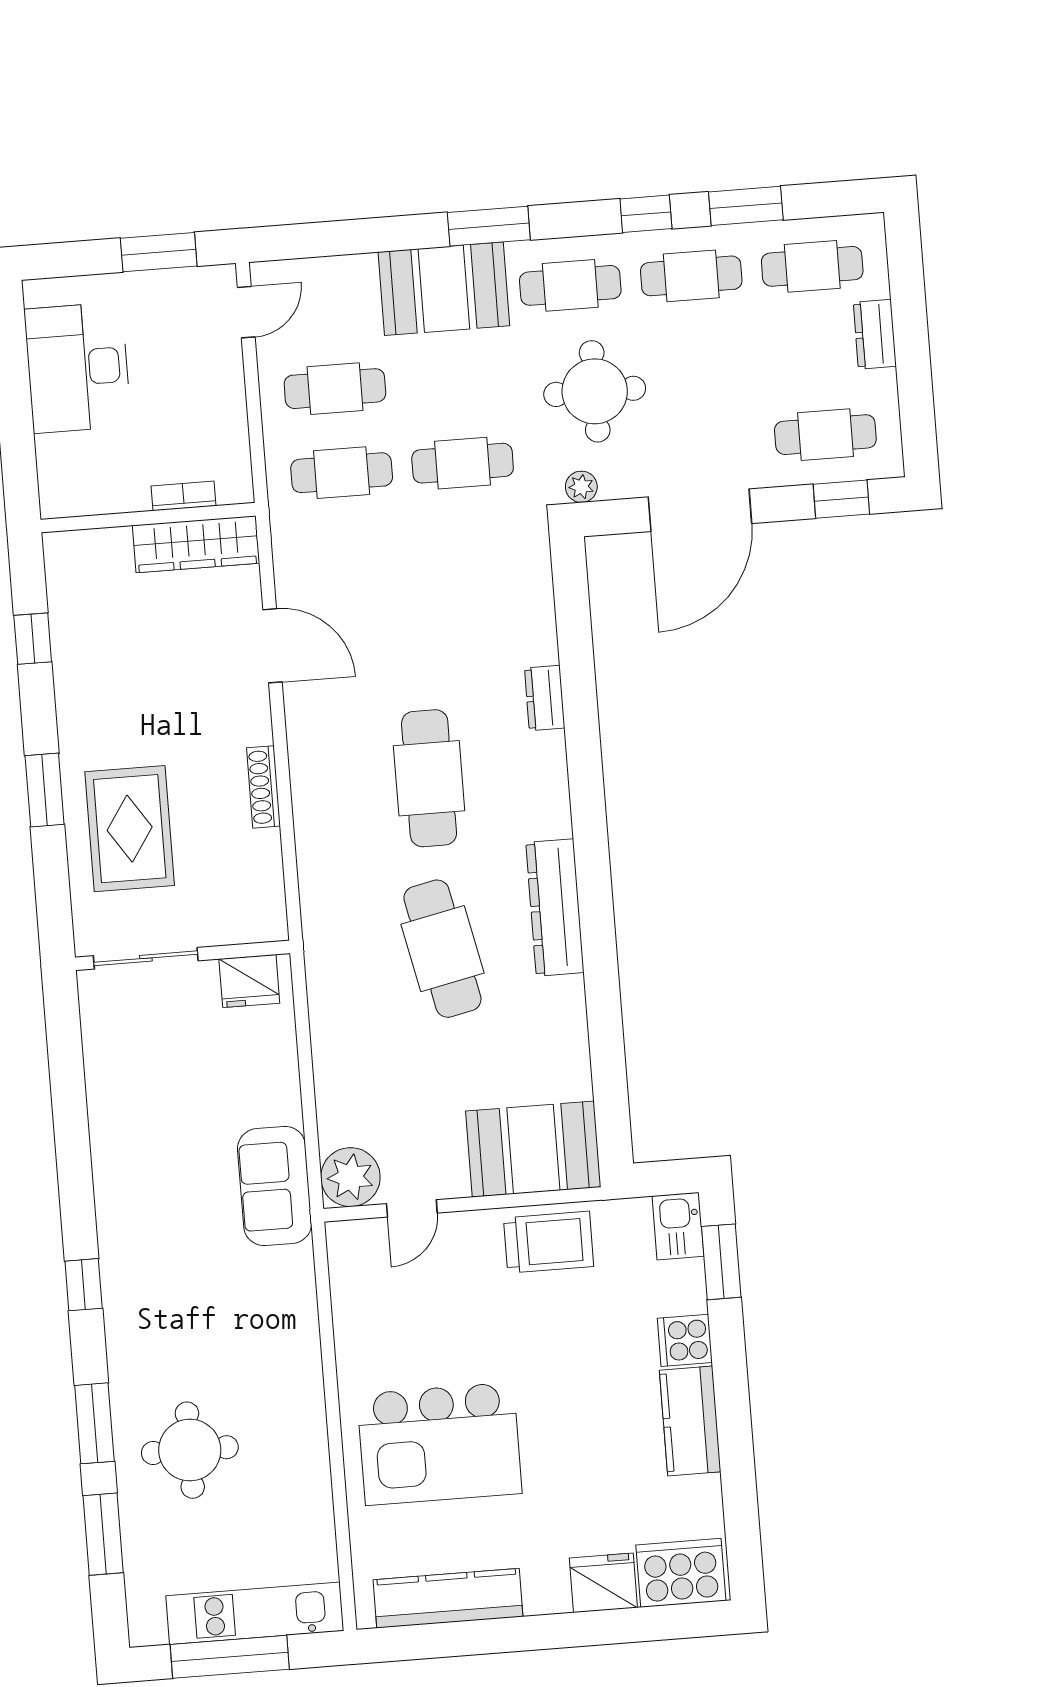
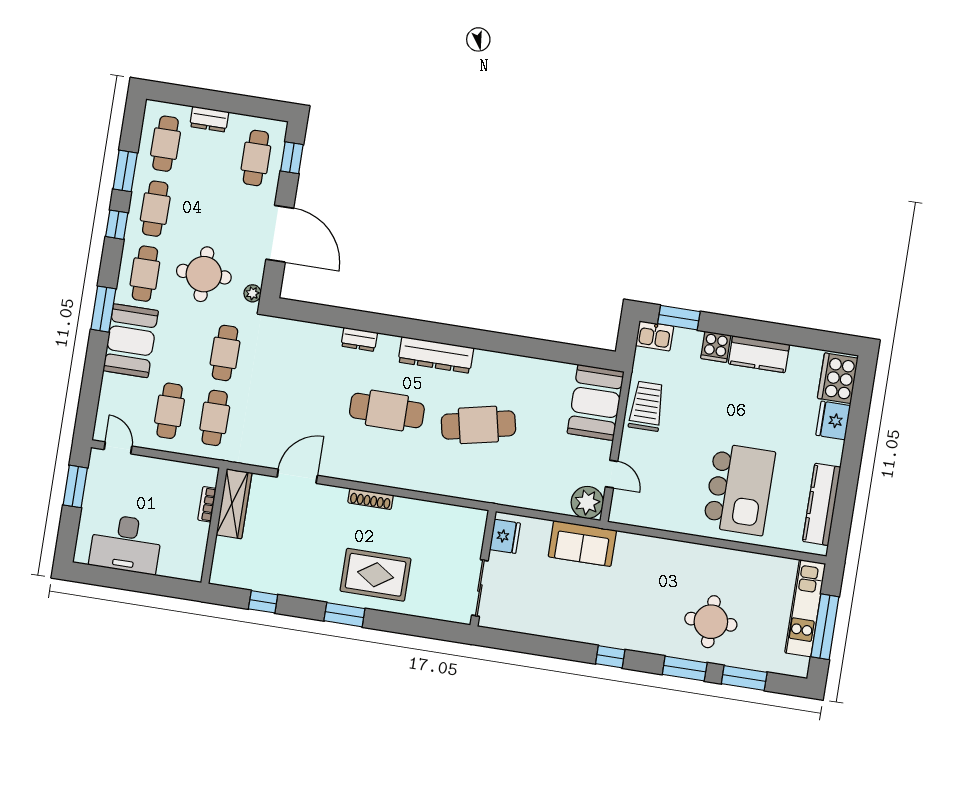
dresser: (555, 908) -> (436, 355), moved
wall: (183, 955) -> (483, 568), moved
sliding door: (146, 958) -> (480, 588), moved
fridge: (249, 981) -> (505, 536), moved

